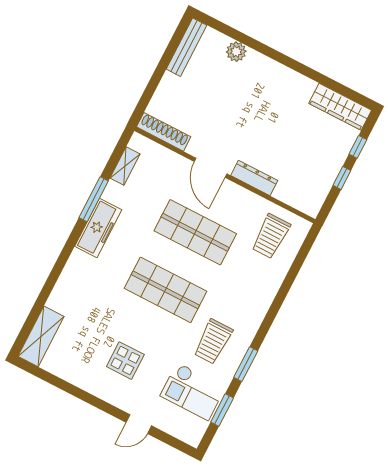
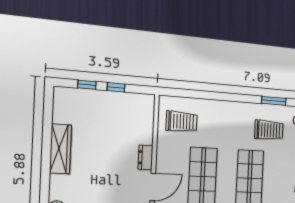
wardrobe: (340, 107) -> (60, 149), moved
dresser: (254, 178) -> (146, 158), width x0.70

